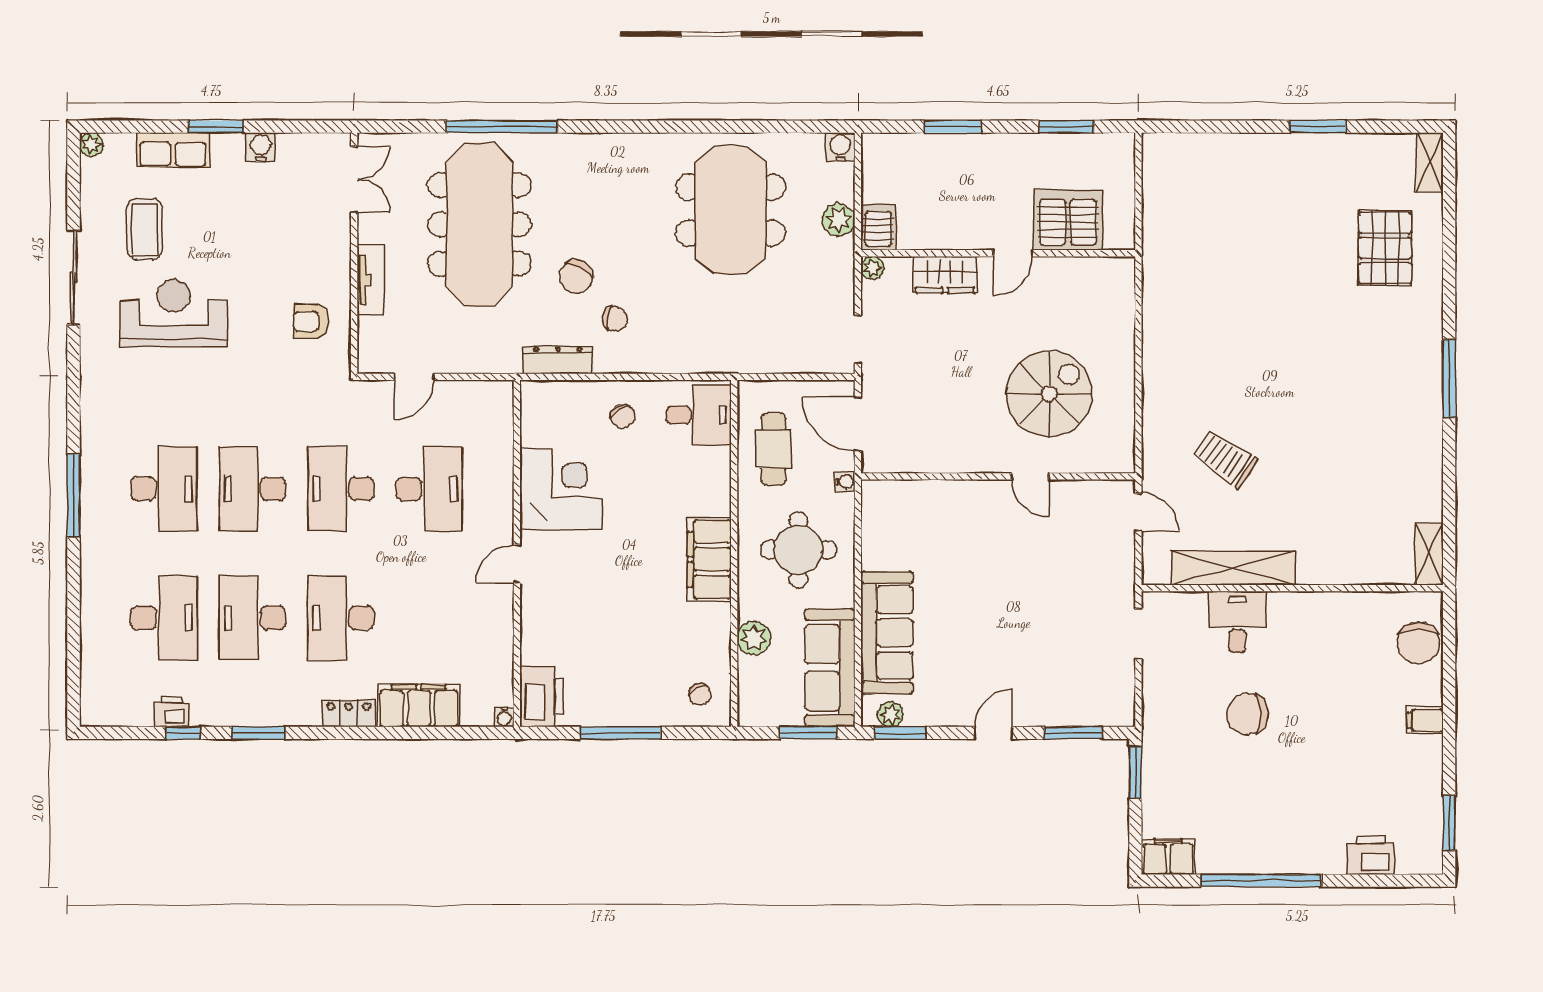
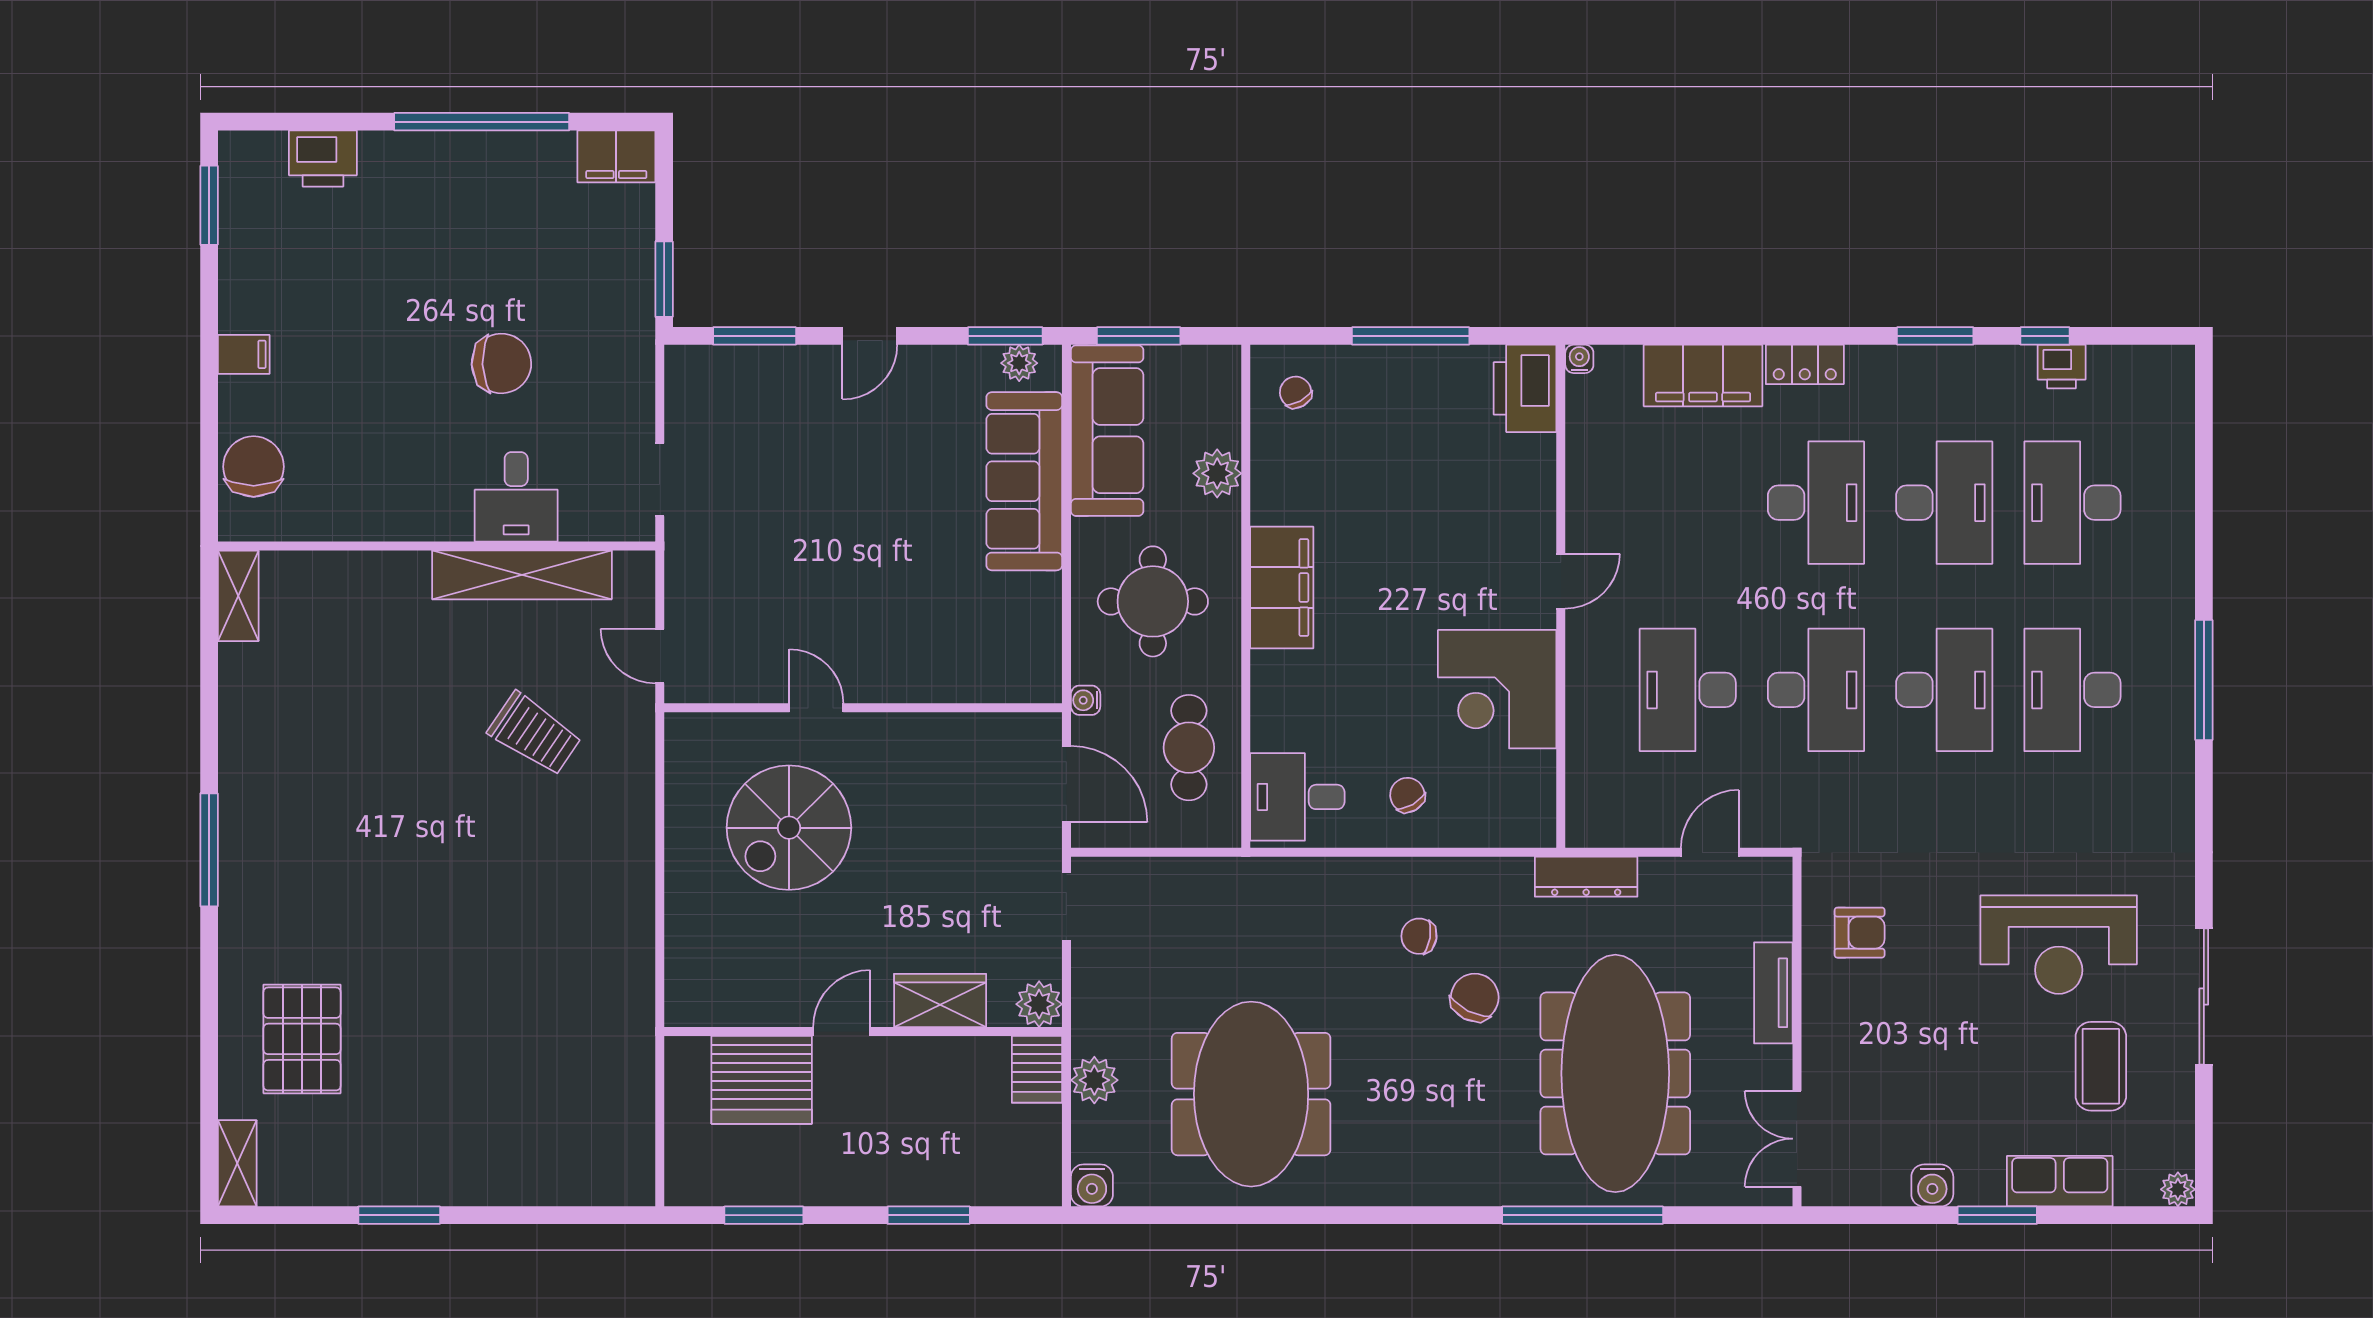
plant: (872, 268) -> (1039, 1004), width x1.38, depth x1.38
dresser: (558, 360) -> (1586, 877), moved

